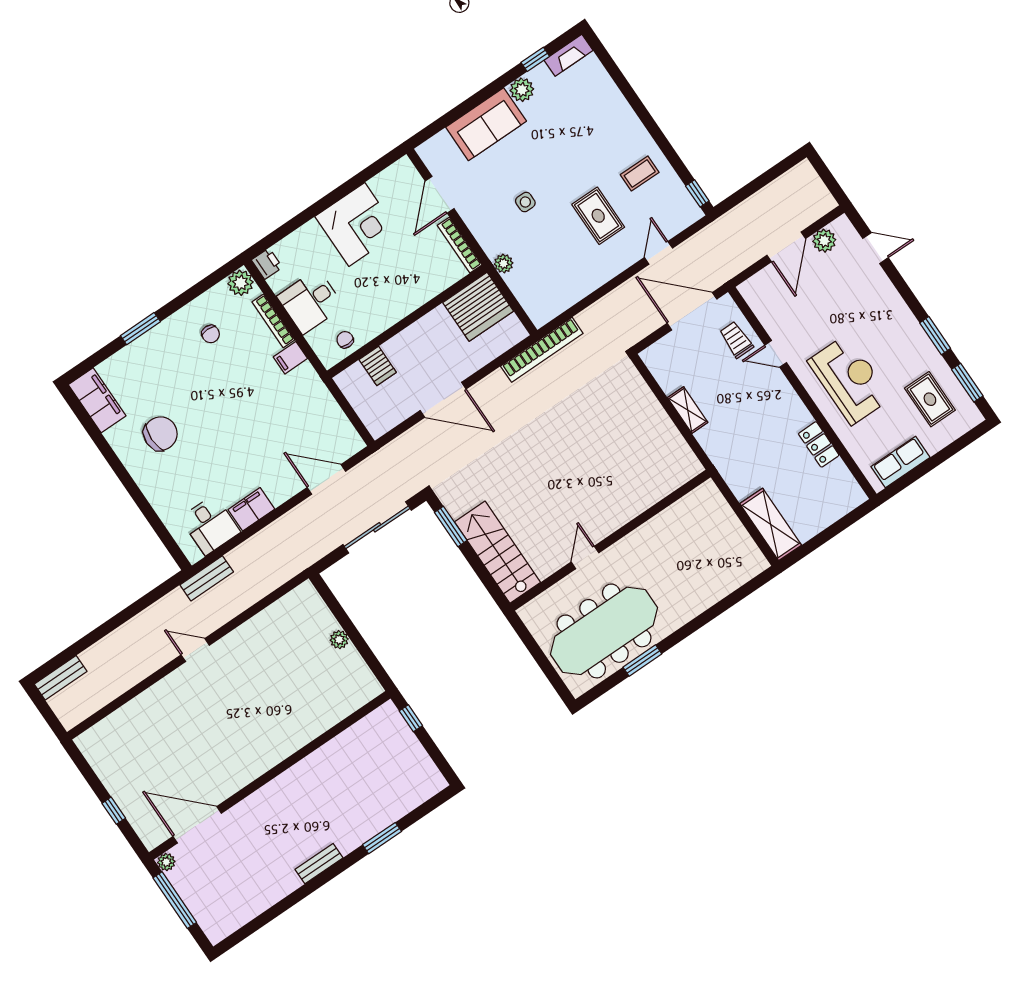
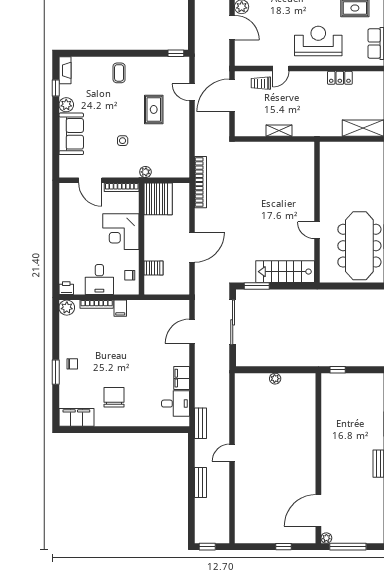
coffee table: (640, 174) -> (119, 73), moved
rug: (598, 216) -> (154, 109), turned 90
corner desk: (357, 224) -> (121, 232), moved, turned 180
chair: (211, 334) -> (72, 364), moved
bench: (61, 678) -> (200, 483), moved
window: (41, 705) -> (207, 547), added

